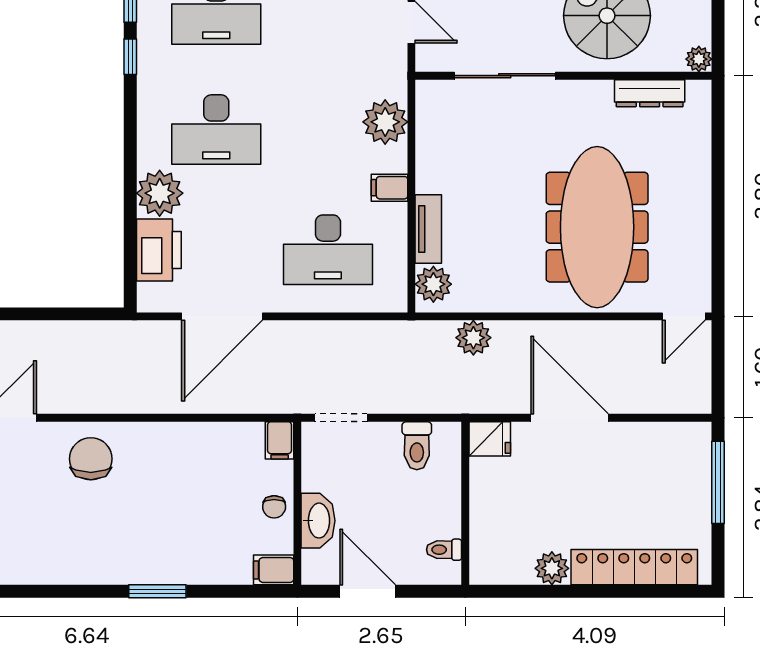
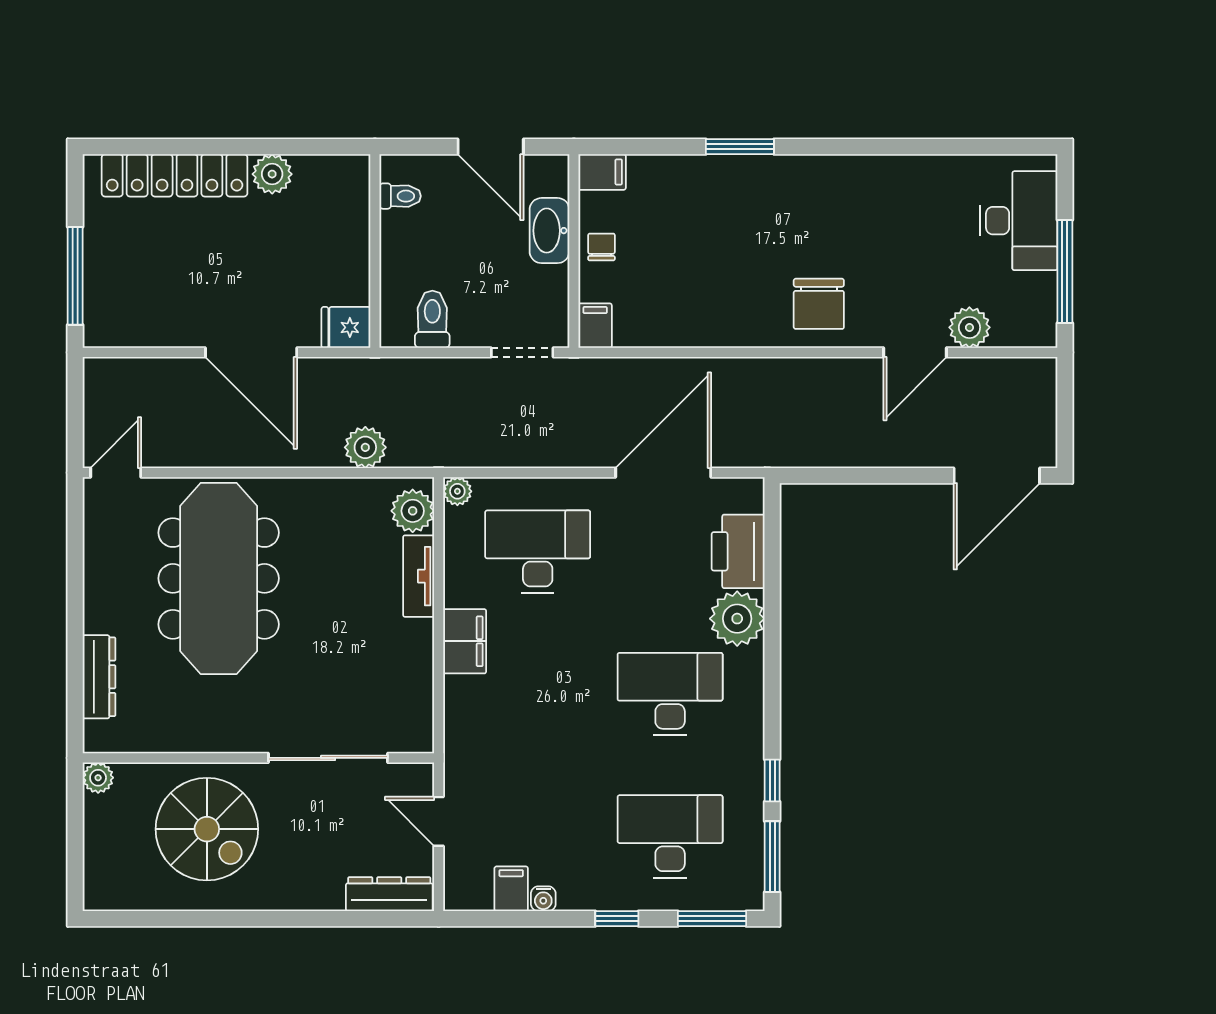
dresser: (650, 93) -> (99, 677), moved, turned 90
plant: (385, 122) -> (457, 491), moved, width x0.53, depth x0.53
filing cabinet: (390, 188) -> (465, 641), width x2.00

